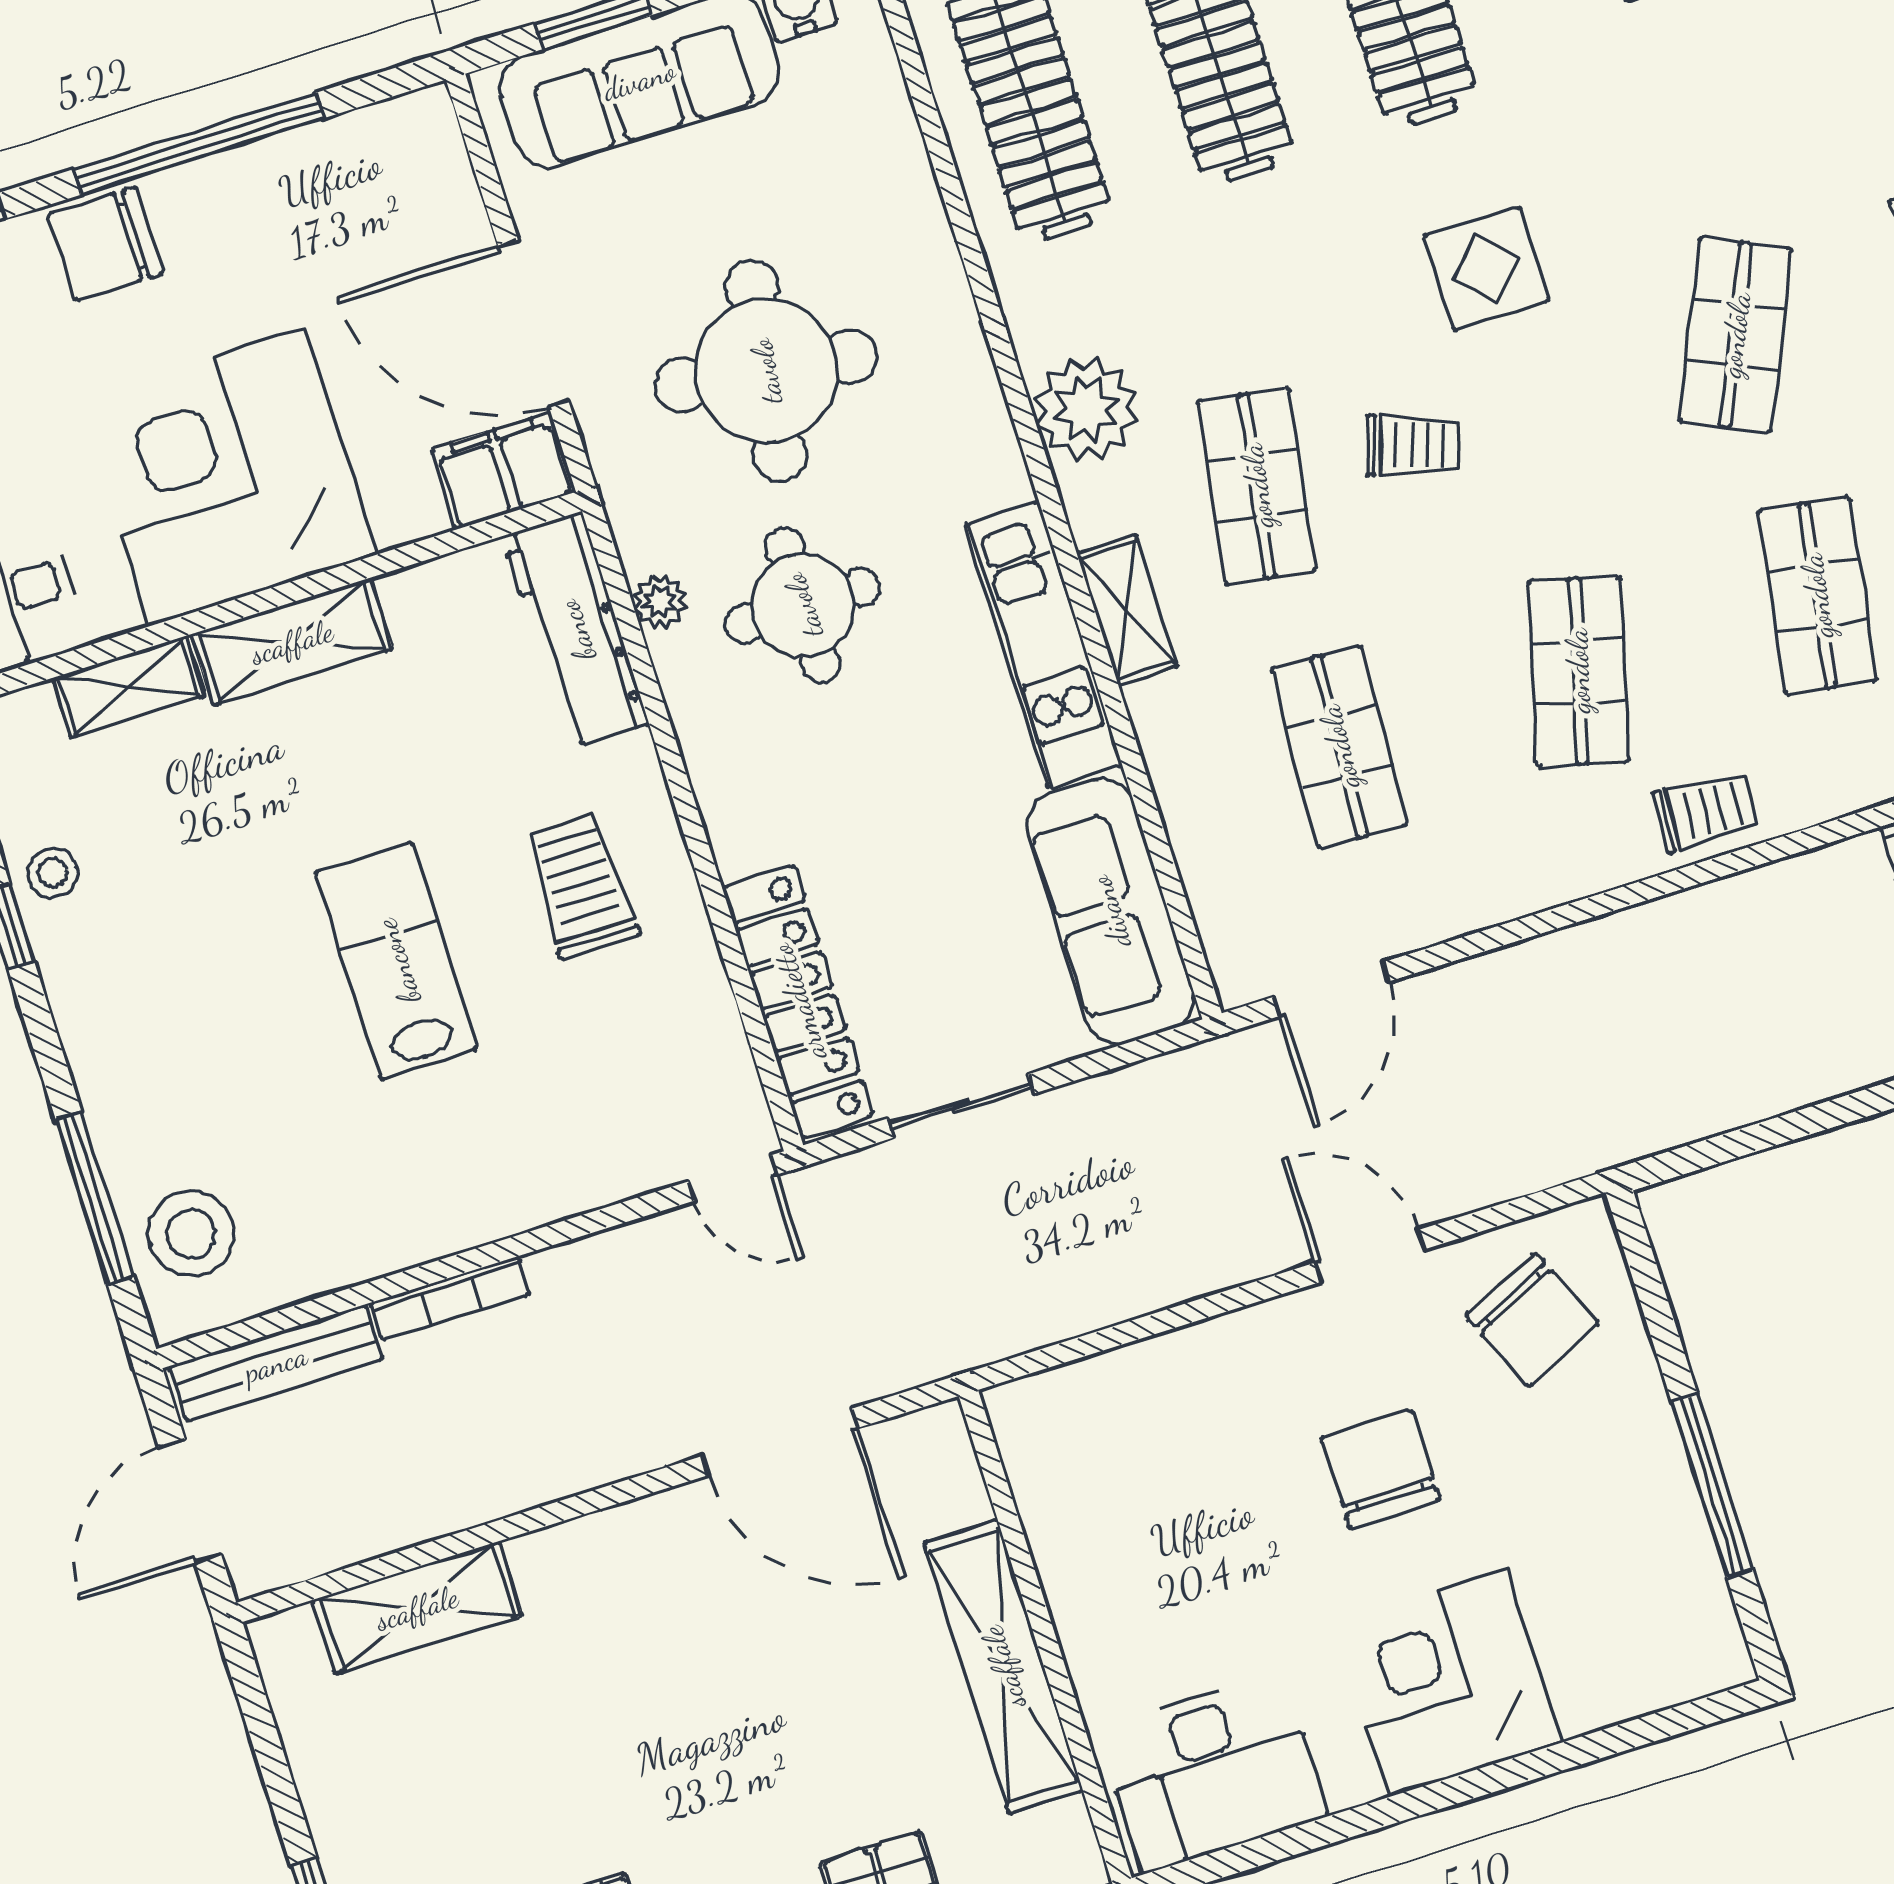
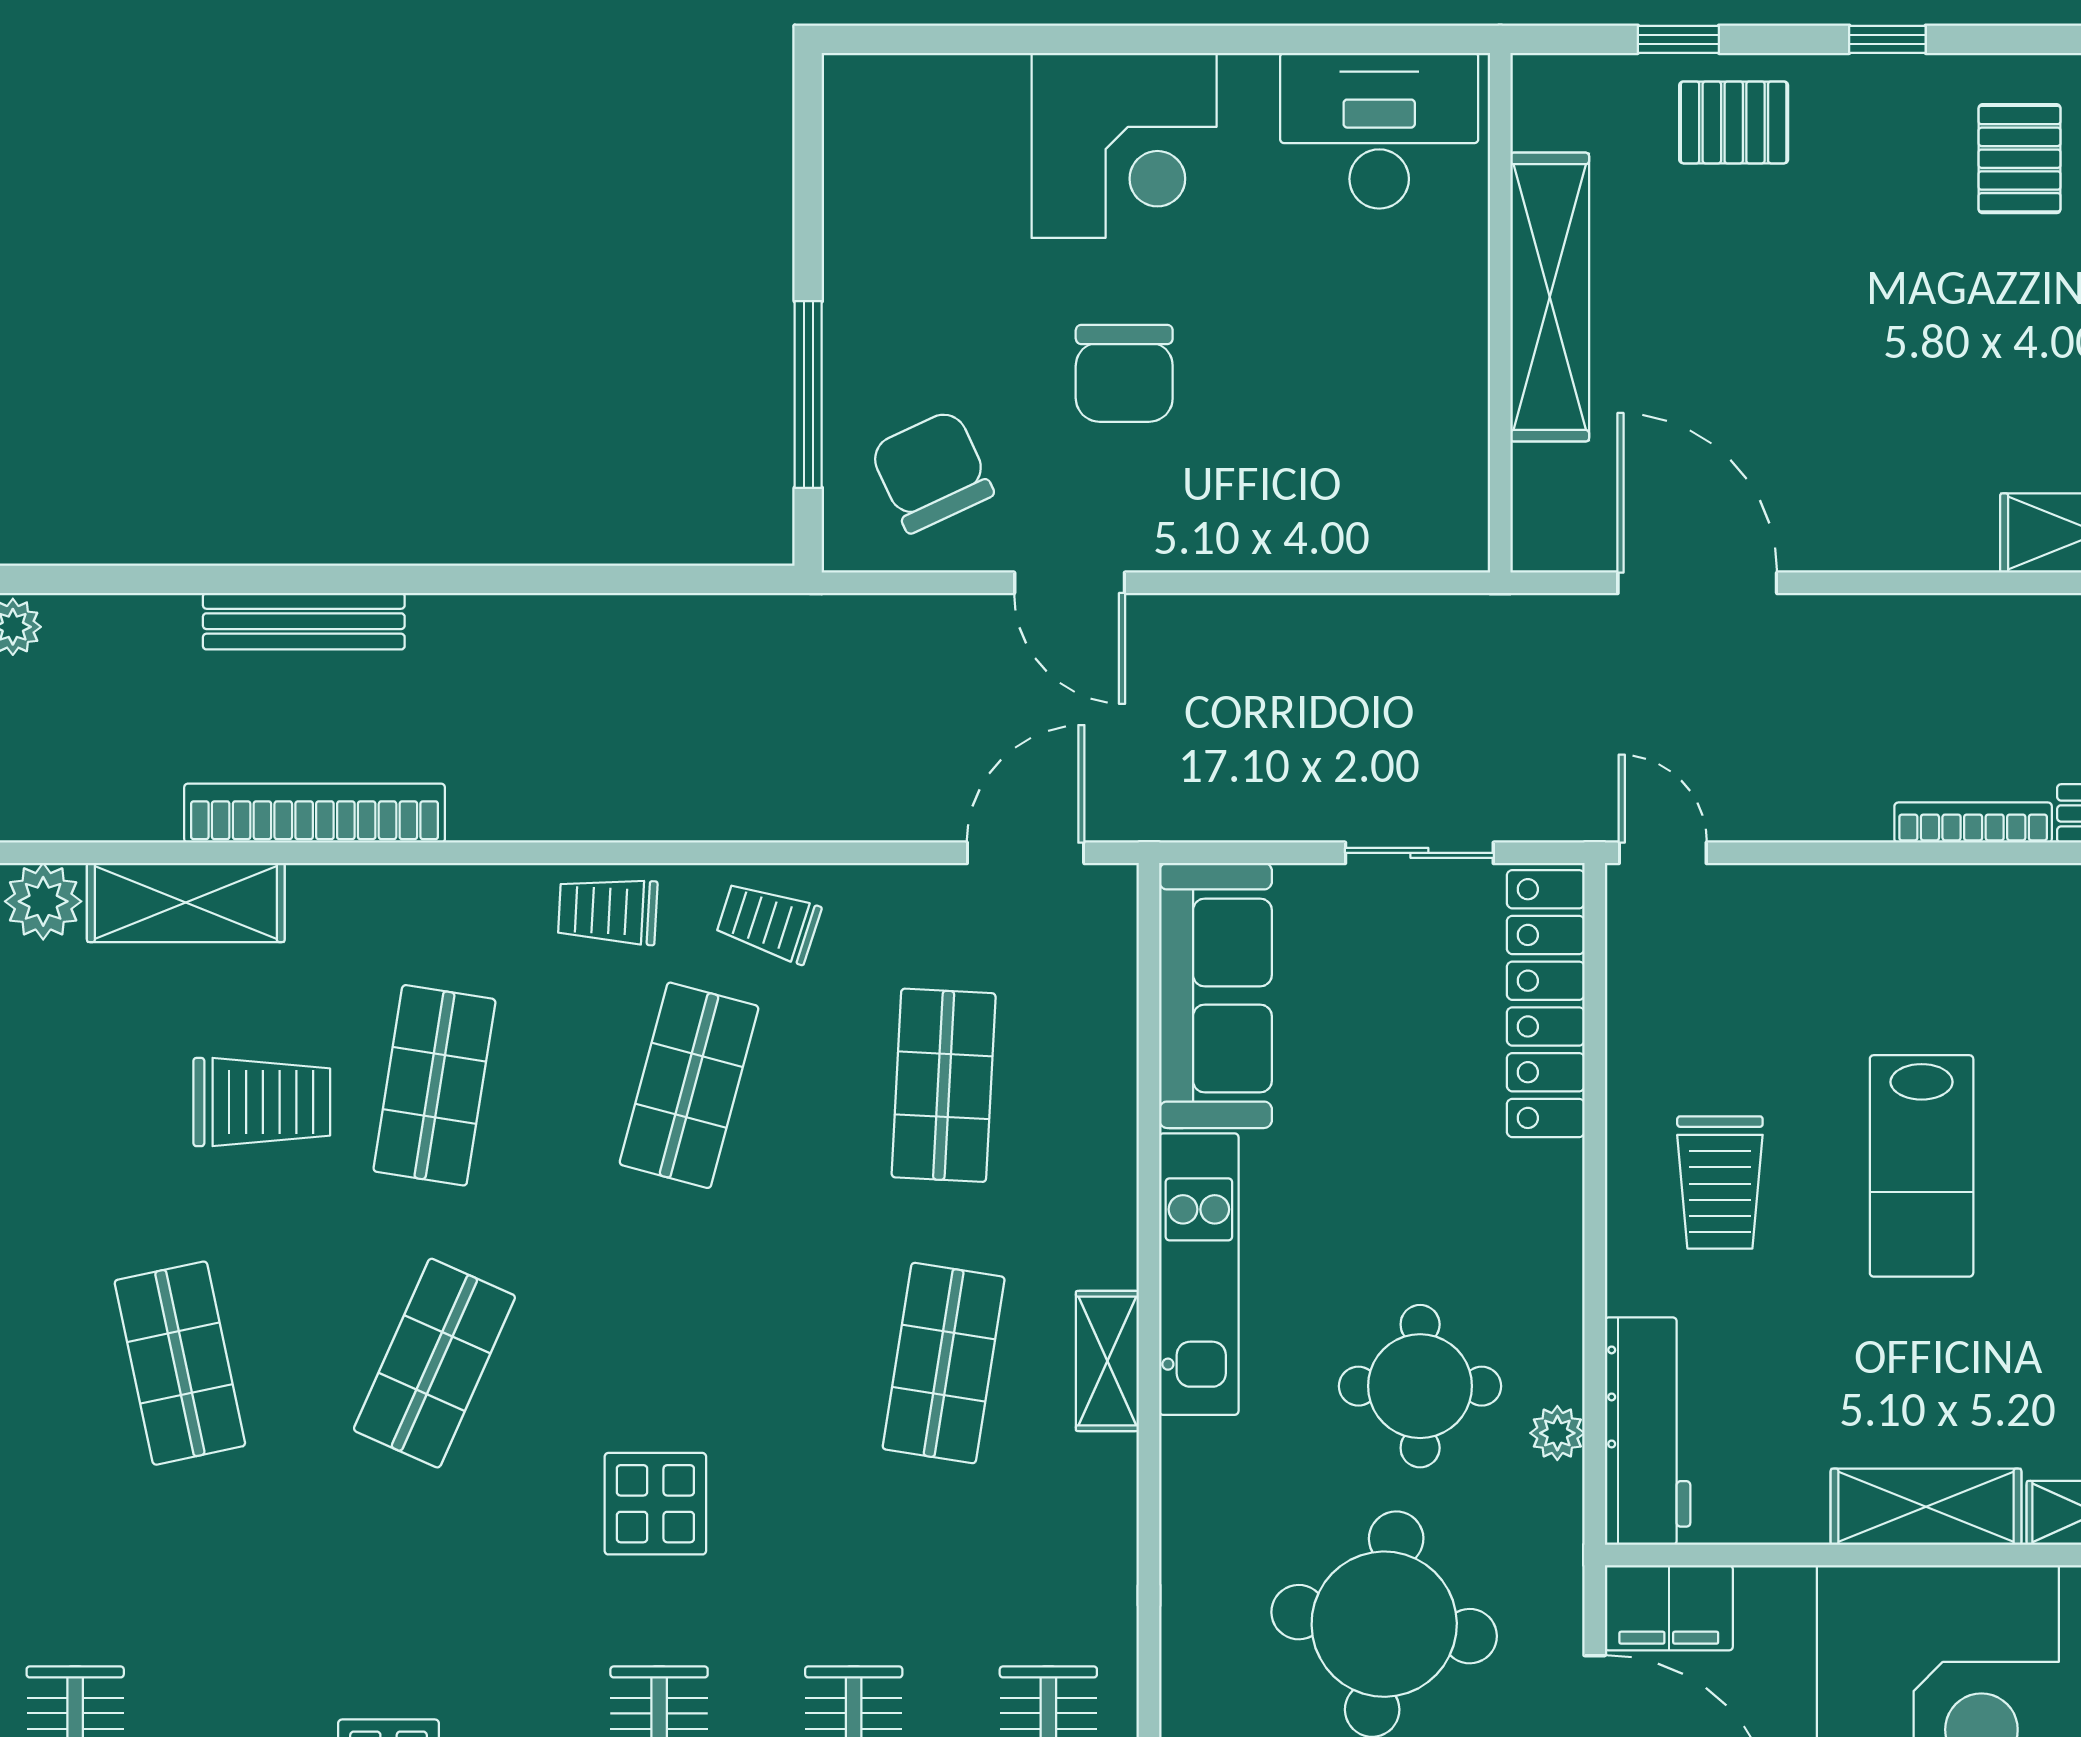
plant: (1086, 409) -> (1086, 1490), removed
trolley: (1413, 445) -> (768, 922), moved
shelving: (1127, 610) -> (1107, 1361), moved
window: (1712, 1486) -> (808, 395), moved

